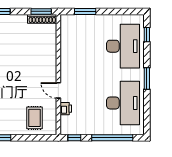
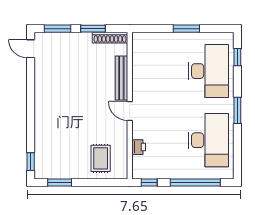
window: (41, 11) -> (93, 29), moved
window: (85, 11) -> (186, 29), moved
bench: (52, 52) -> (121, 78), added
door: (58, 90) -> (130, 111), moved

